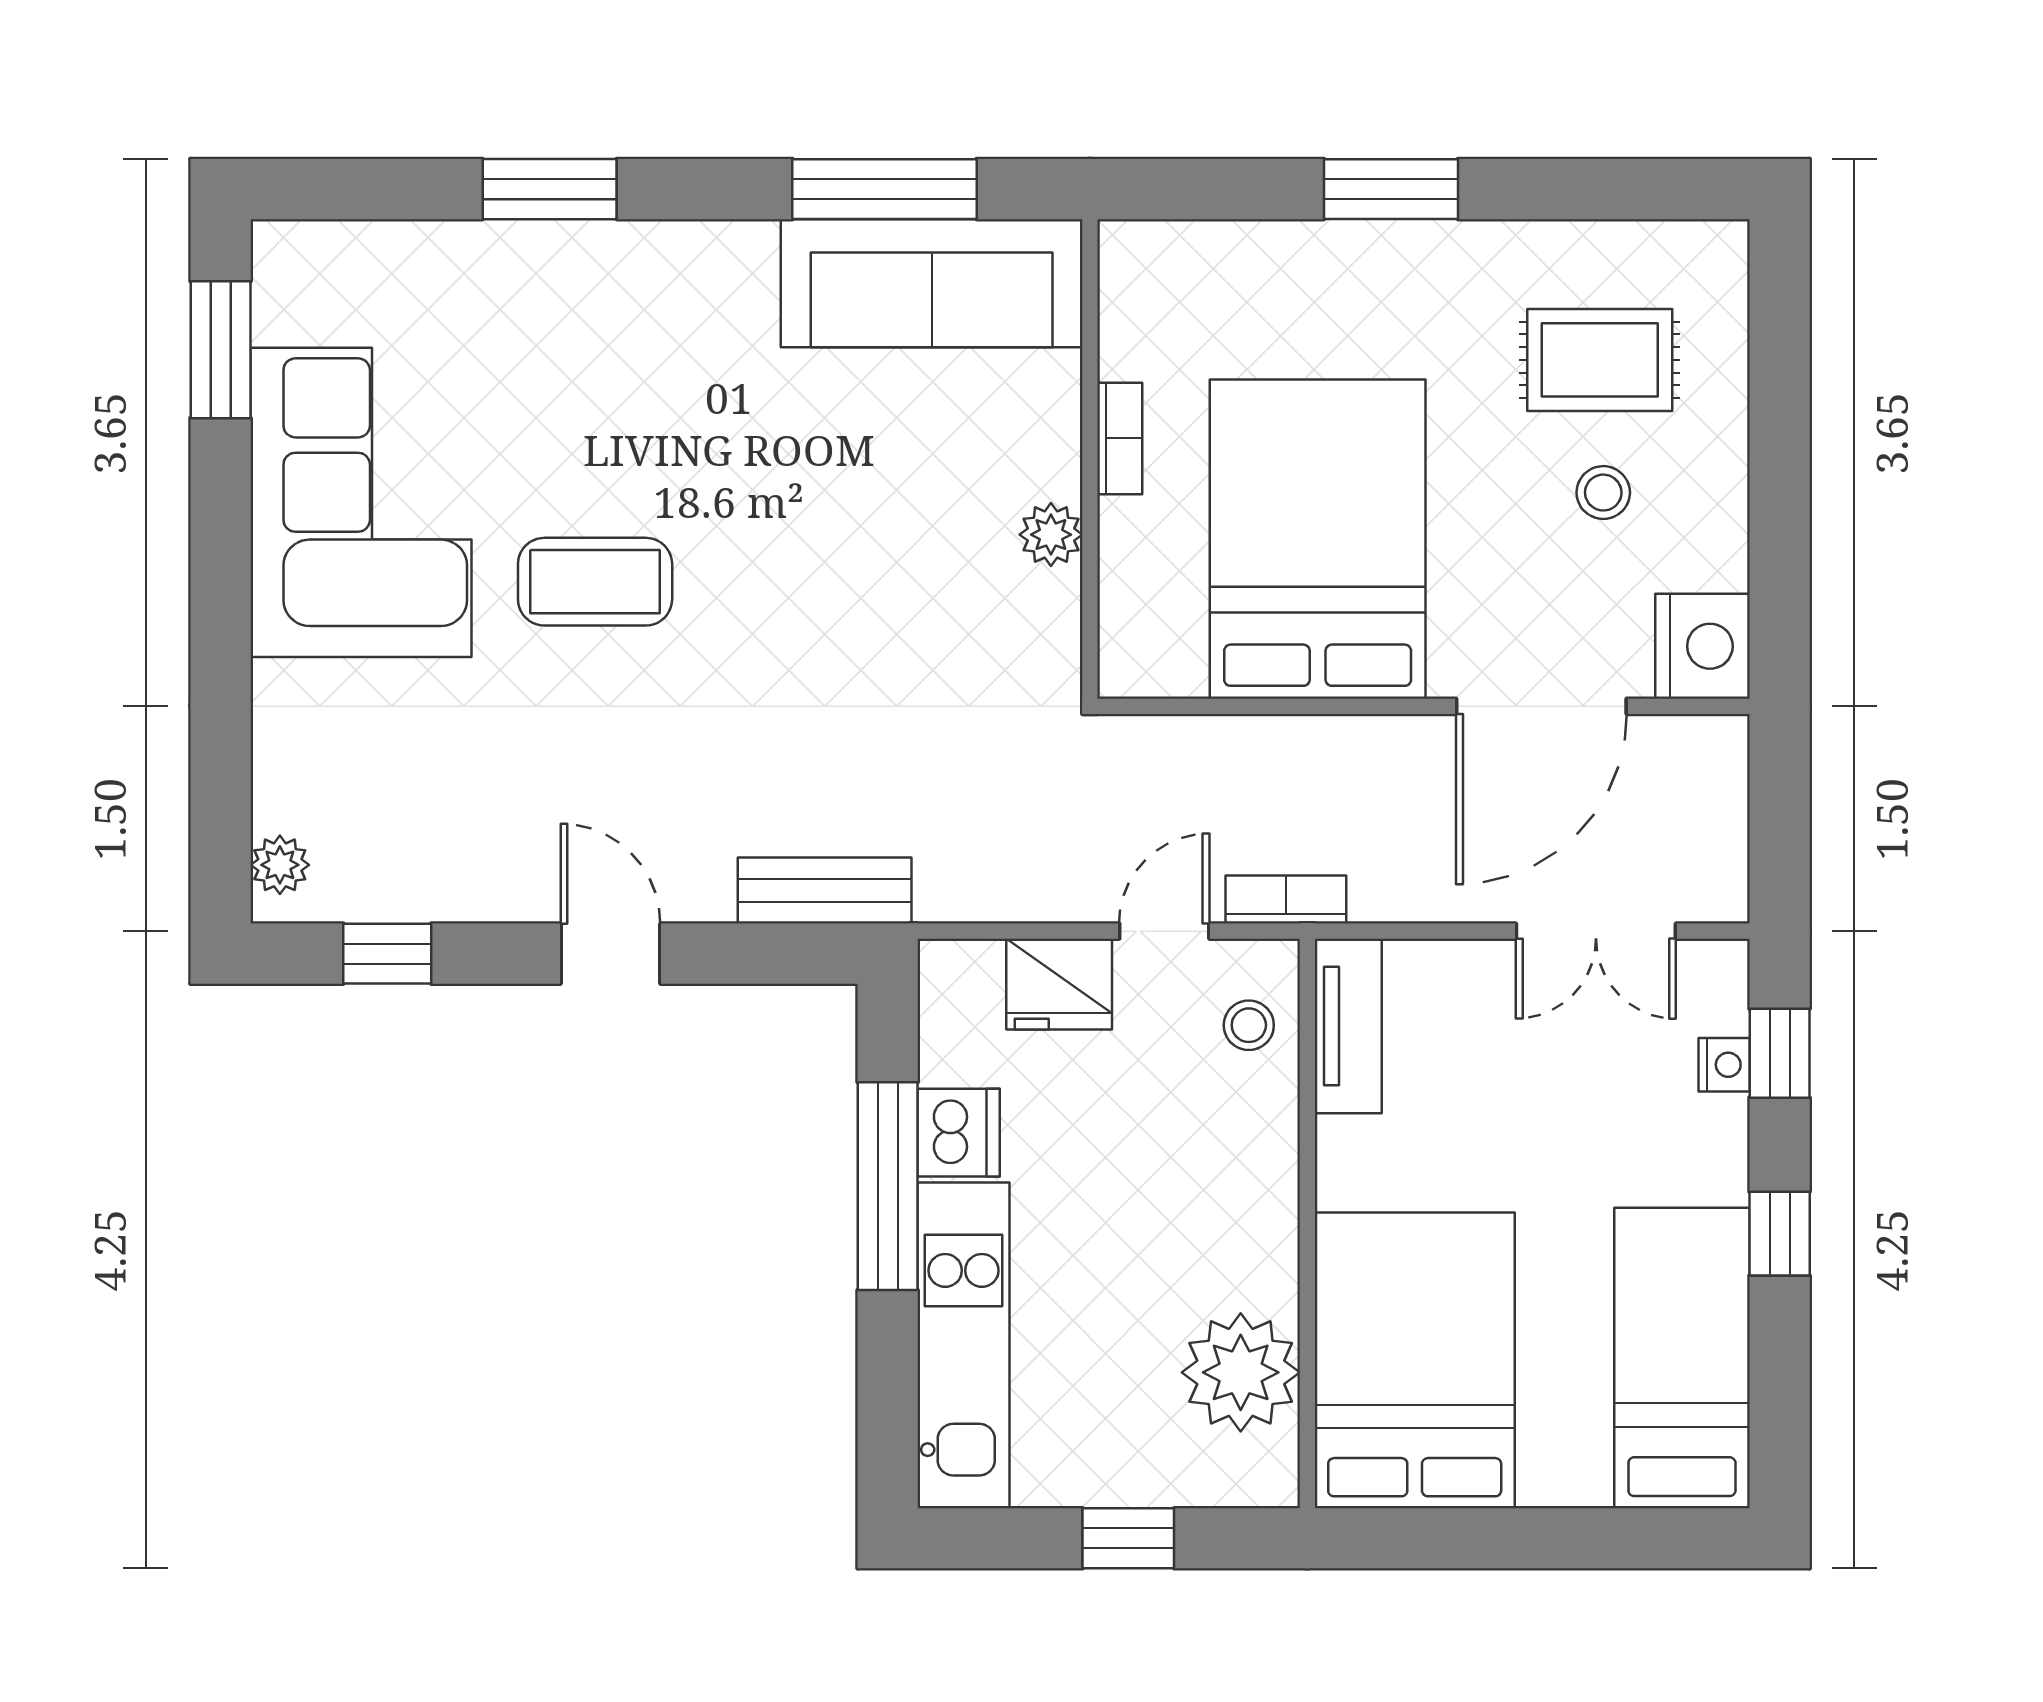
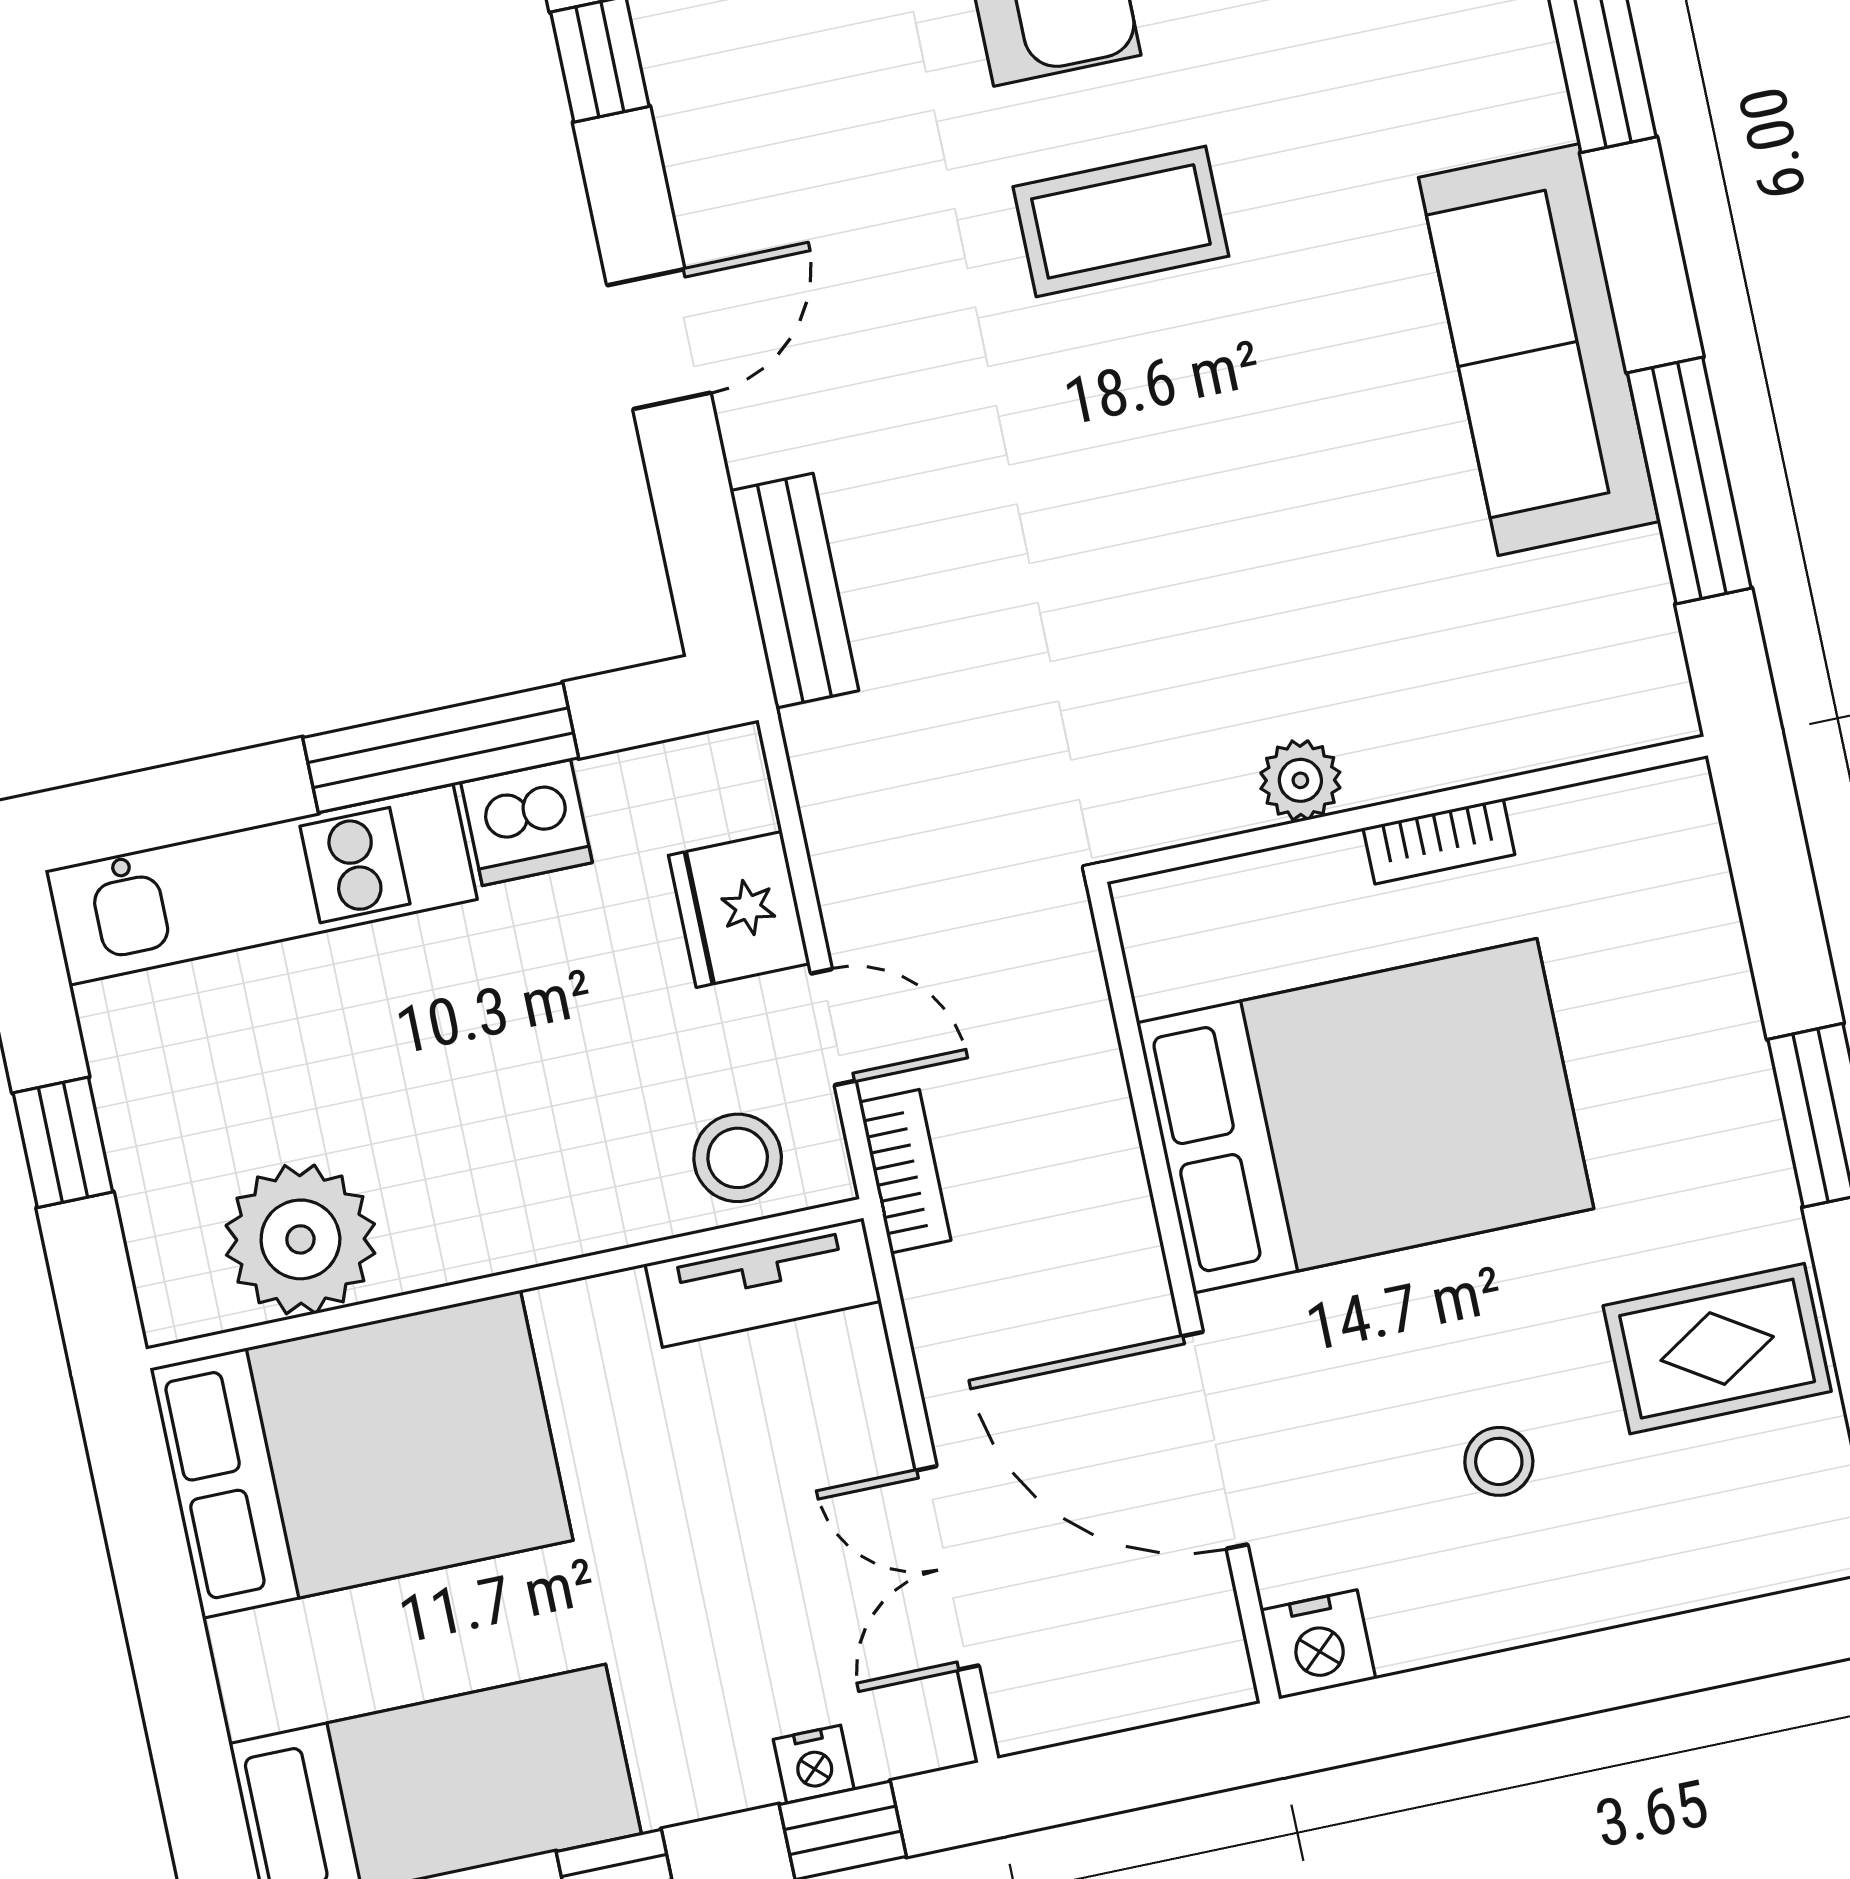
sofa: (932, 283) -> (1539, 350), moved
rug: (1600, 360) -> (1717, 1349), moved, turned 90
coffee table: (595, 582) -> (1121, 221), turned 90
nightstand: (1702, 646) -> (1318, 1644), width x0.74, depth x0.75
stool: (1249, 1025) -> (738, 1158), width x1.37, depth x1.37

